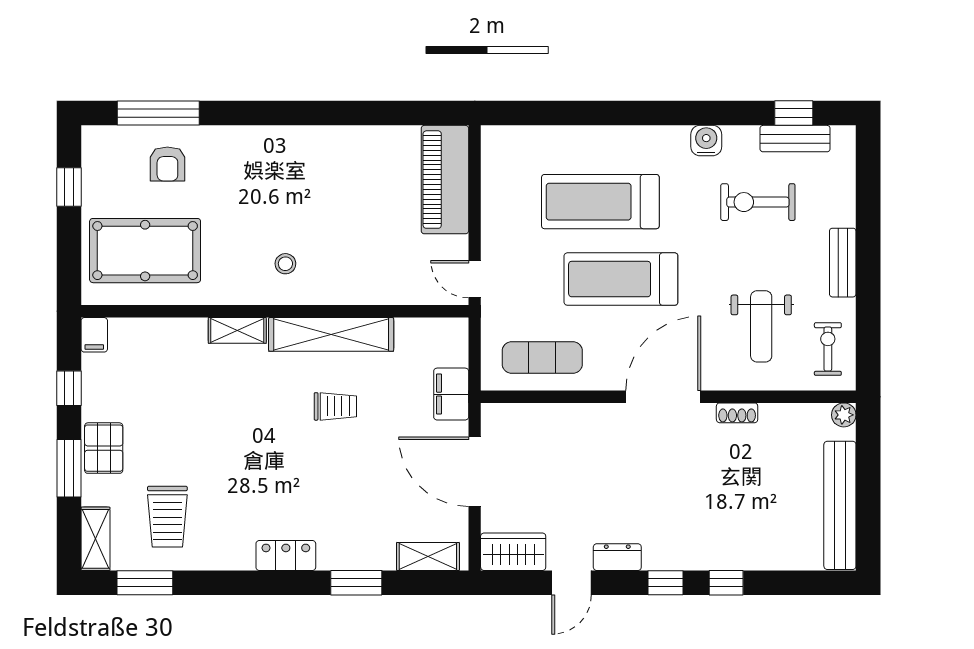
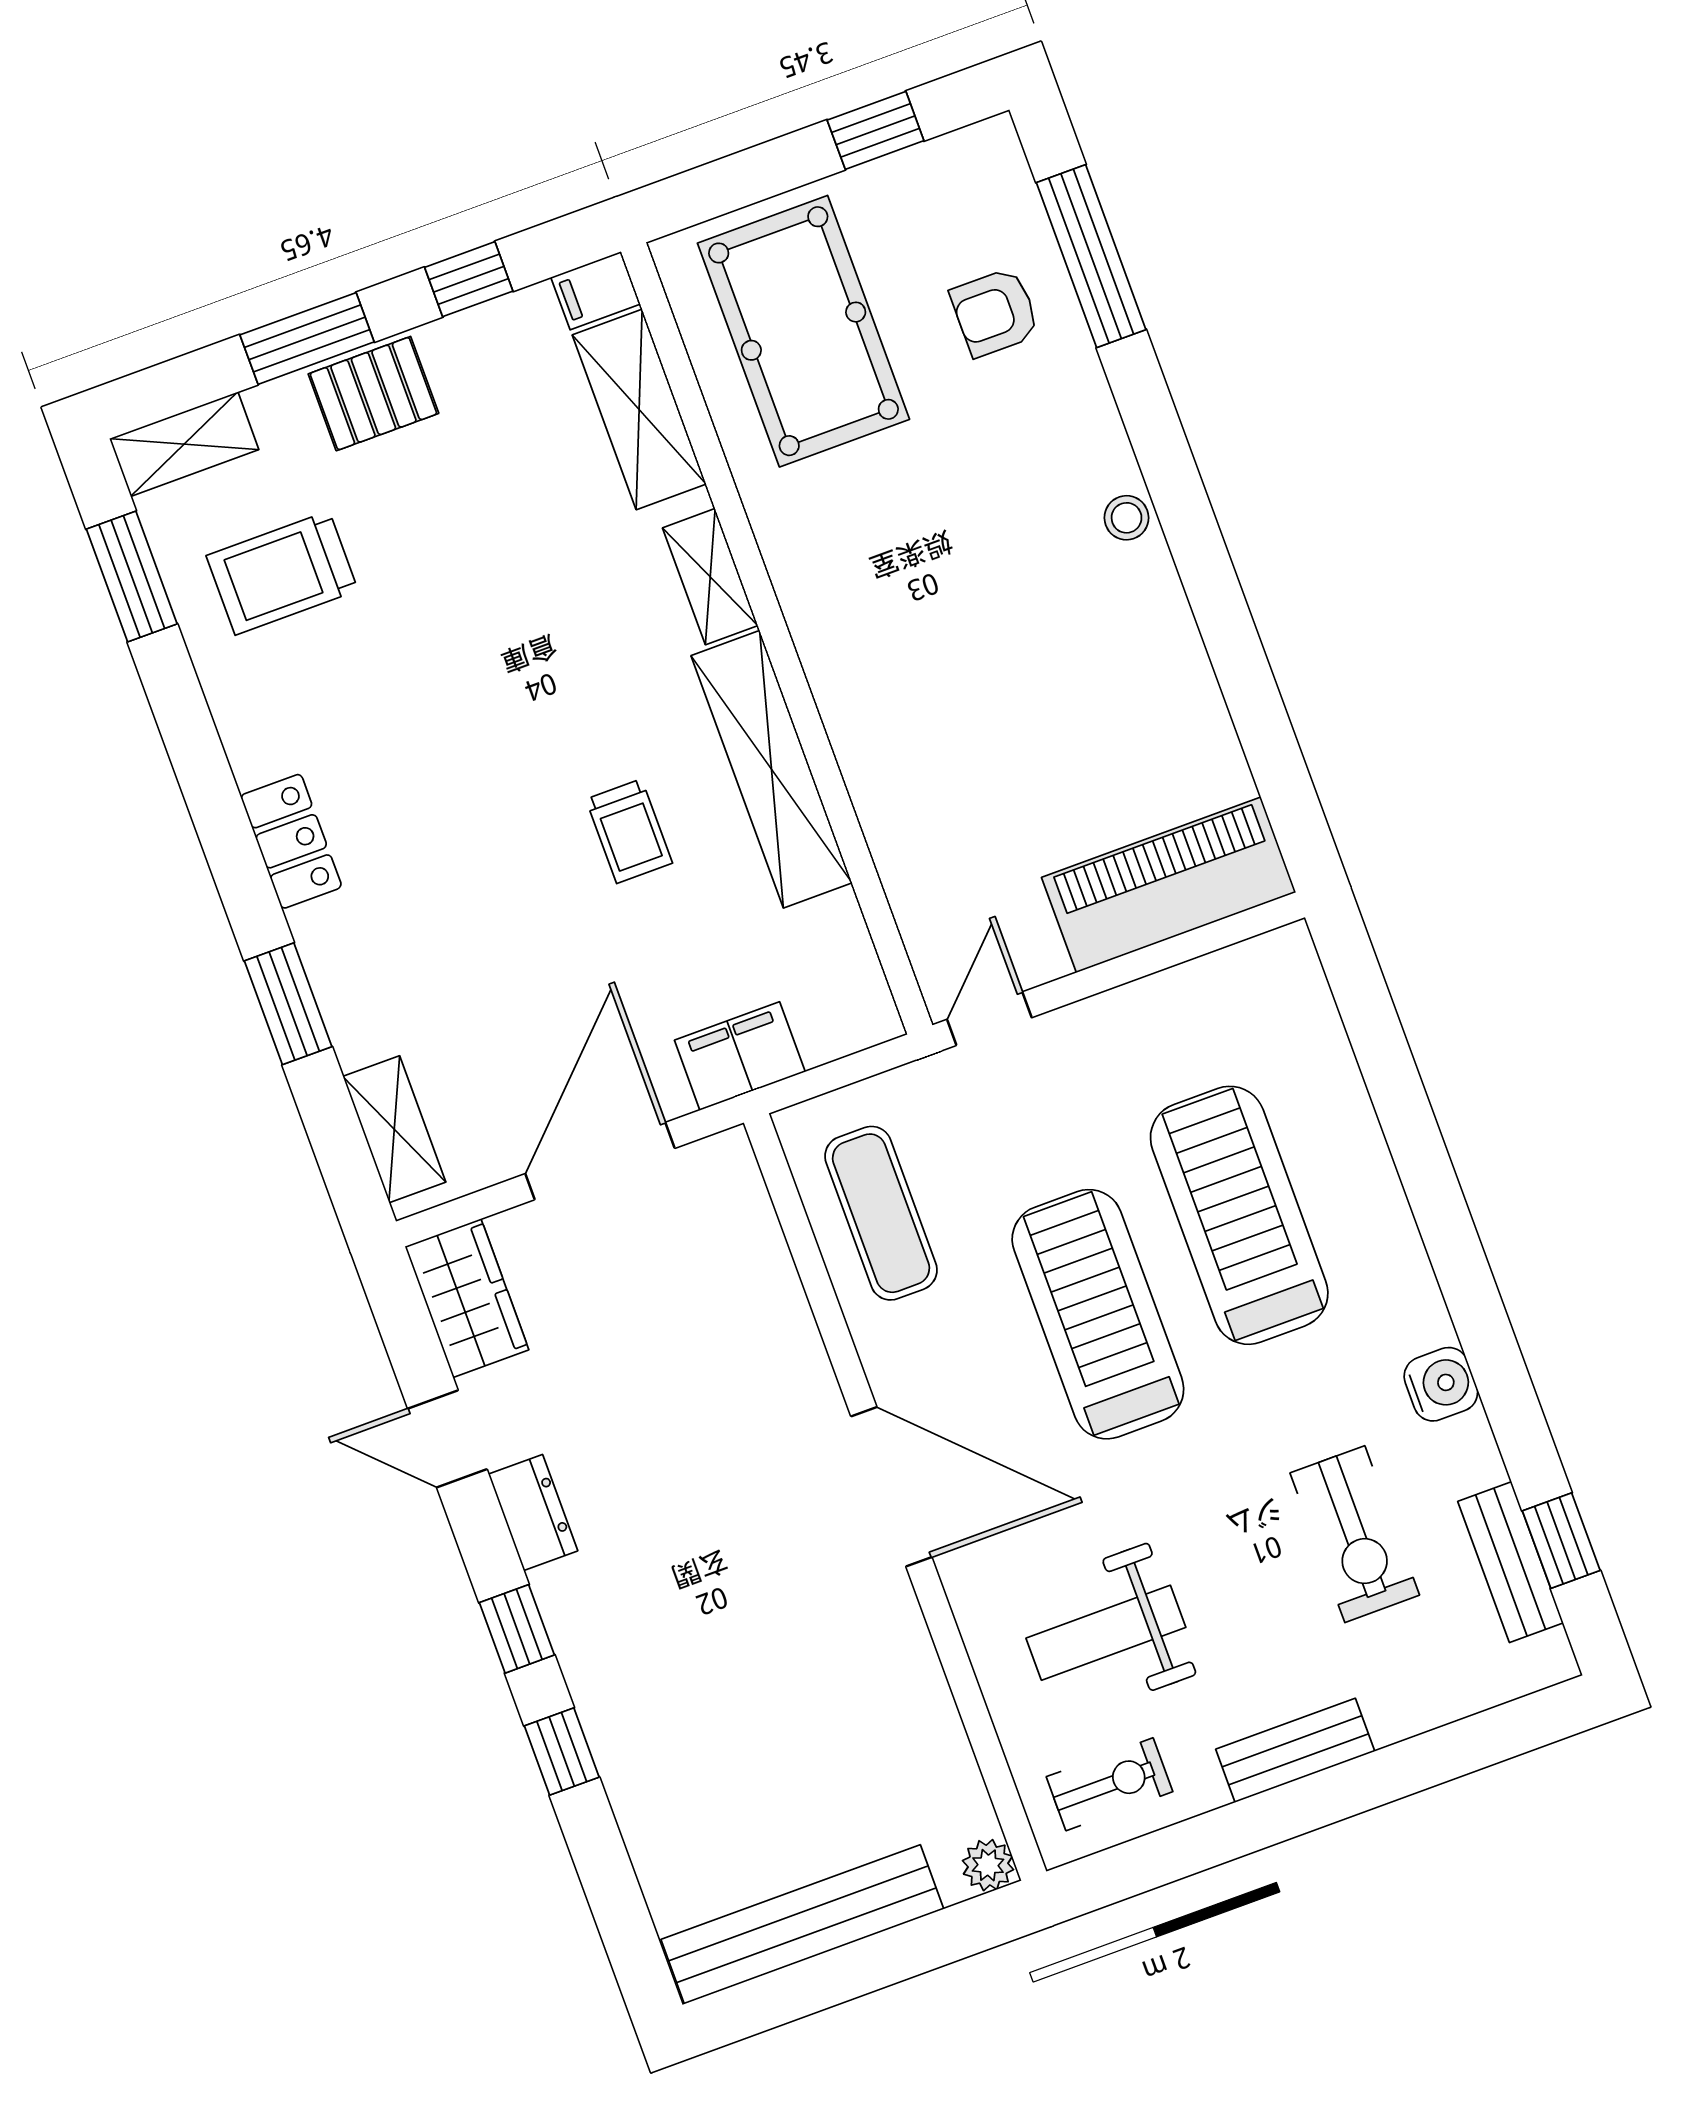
exercise bike: (758, 202) -> (1355, 1534), turned 180
stool: (285, 264) -> (1127, 518), moved
shelving: (153, 335) -> (639, 410), added
shoe rack: (737, 413) -> (913, 1648), removed

